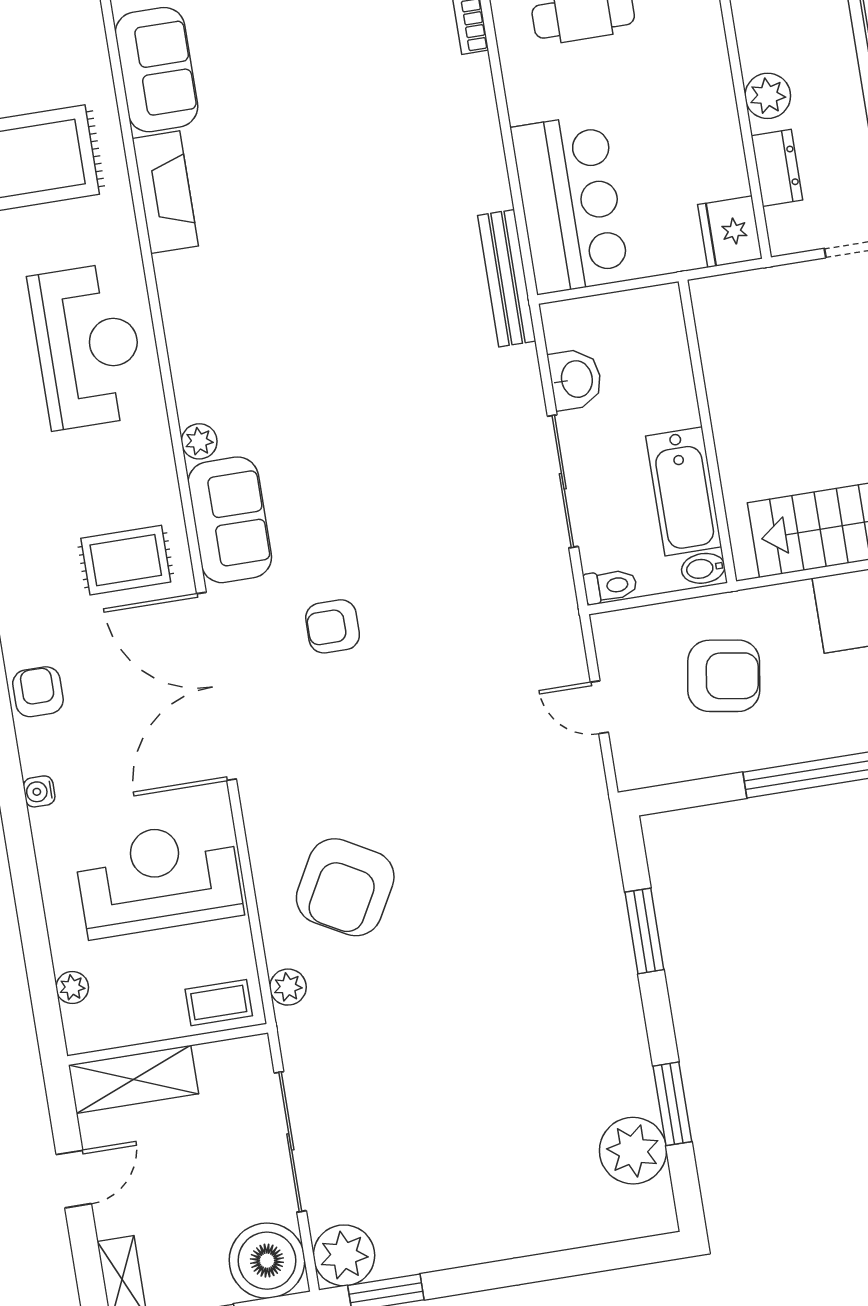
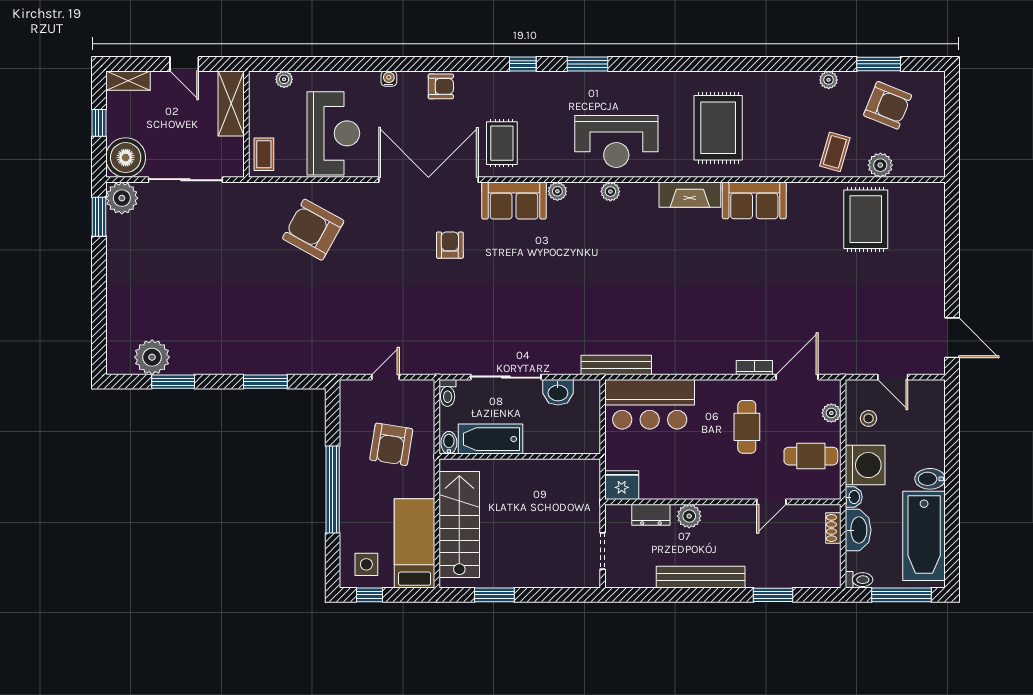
plant: (288, 987) -> (610, 192), moved

